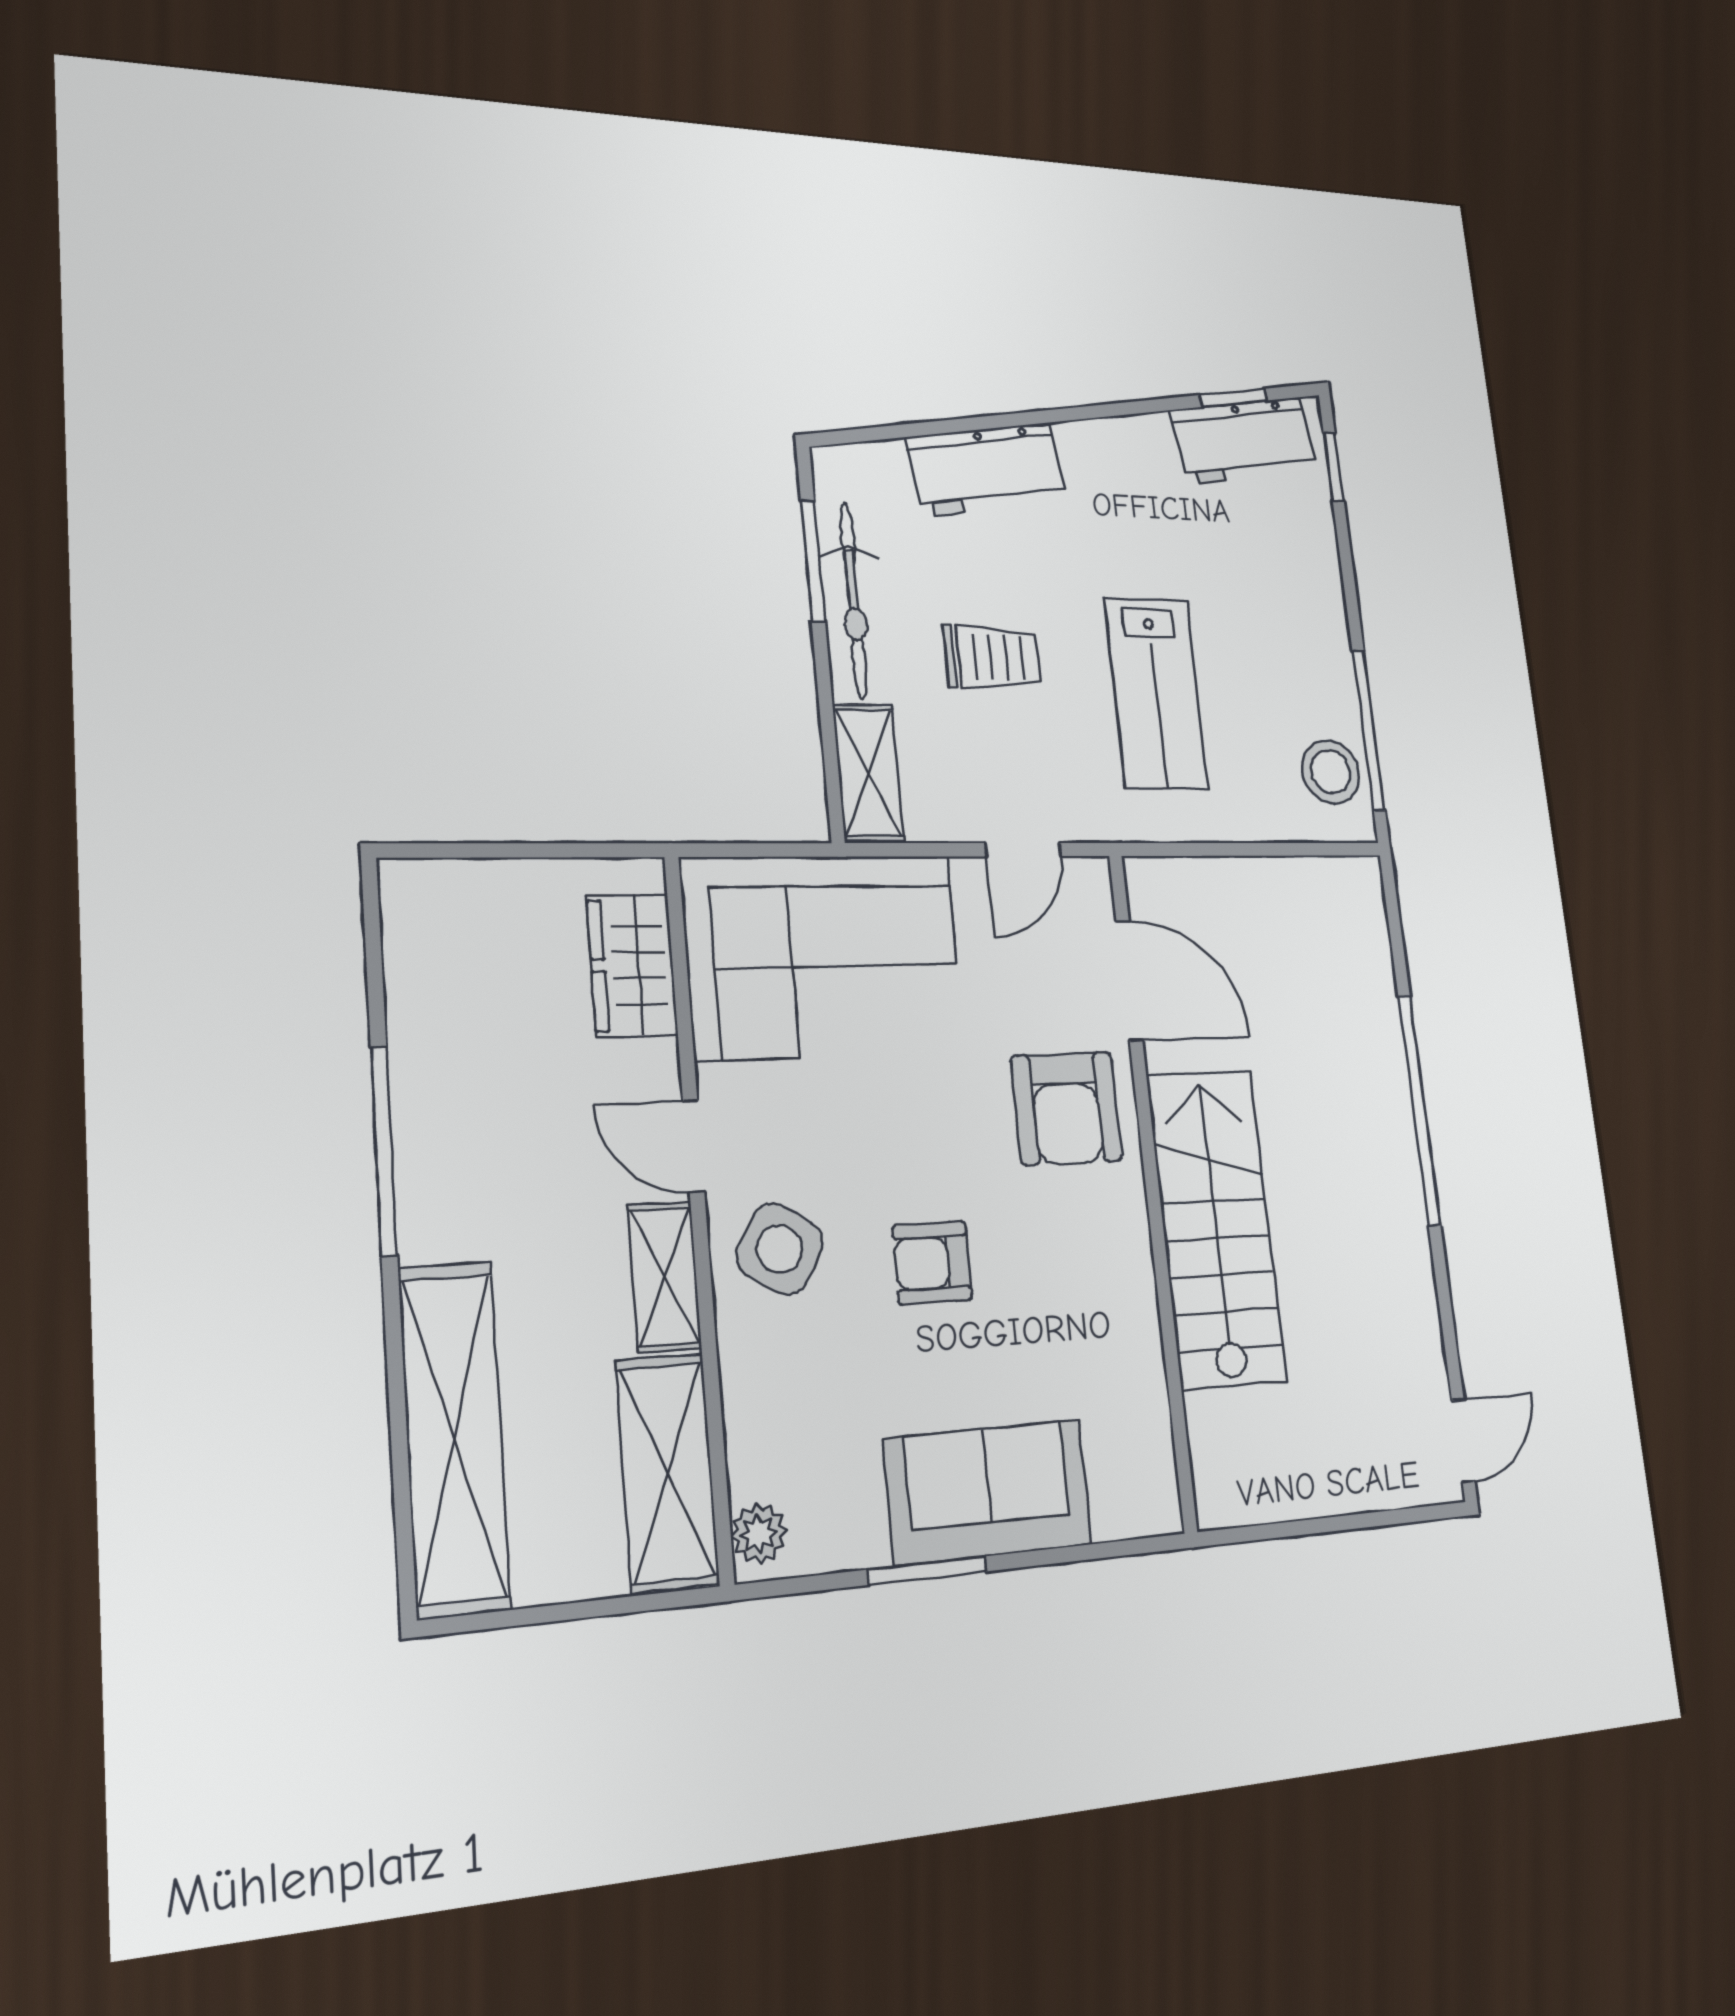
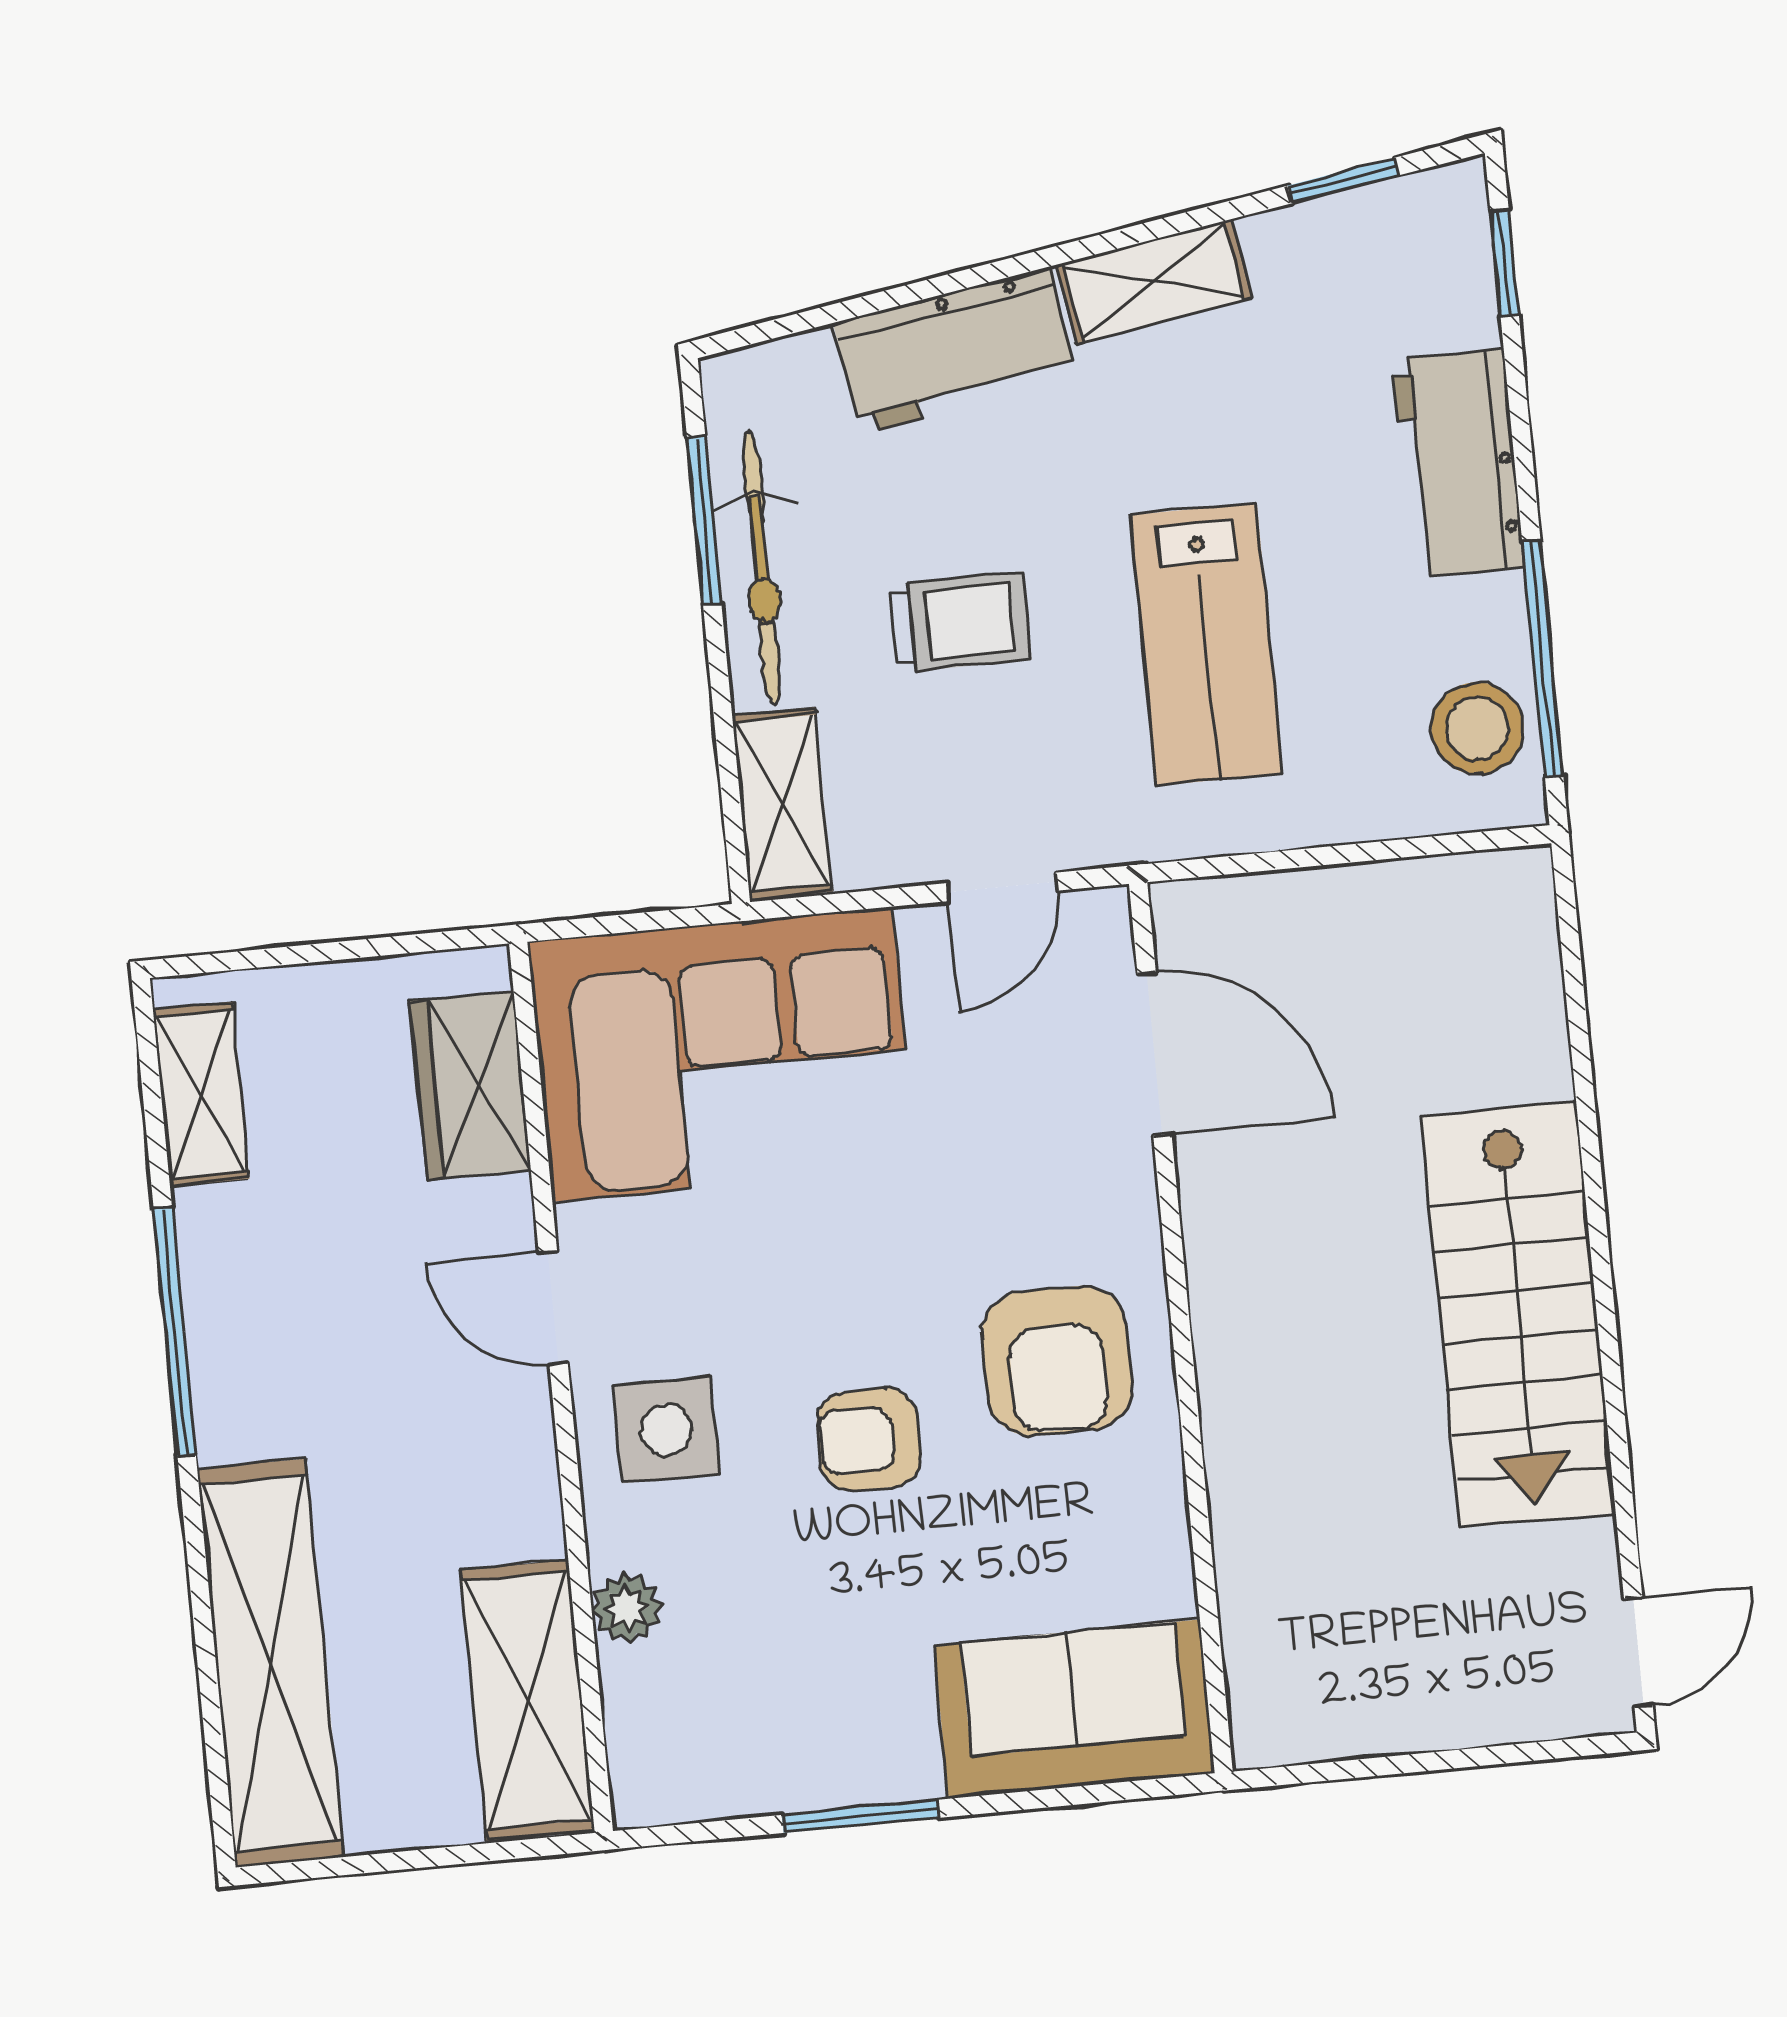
workbench: (1244, 441) -> (1458, 463), moved, turned 99
shelving: (1116, 443) -> (1153, 281), added
armchair: (1066, 1108) -> (1057, 1361), moved
window: (1419, 1110) -> (1595, 1204), removed
stairs: (1216, 1228) -> (1518, 1314), moved, turned 180
side table: (780, 1249) -> (666, 1430), turned -32
shelving: (665, 1277) -> (201, 1094), moved
sofa: (988, 1492) -> (1074, 1709), moved
plant: (759, 1534) -> (627, 1608), moved

